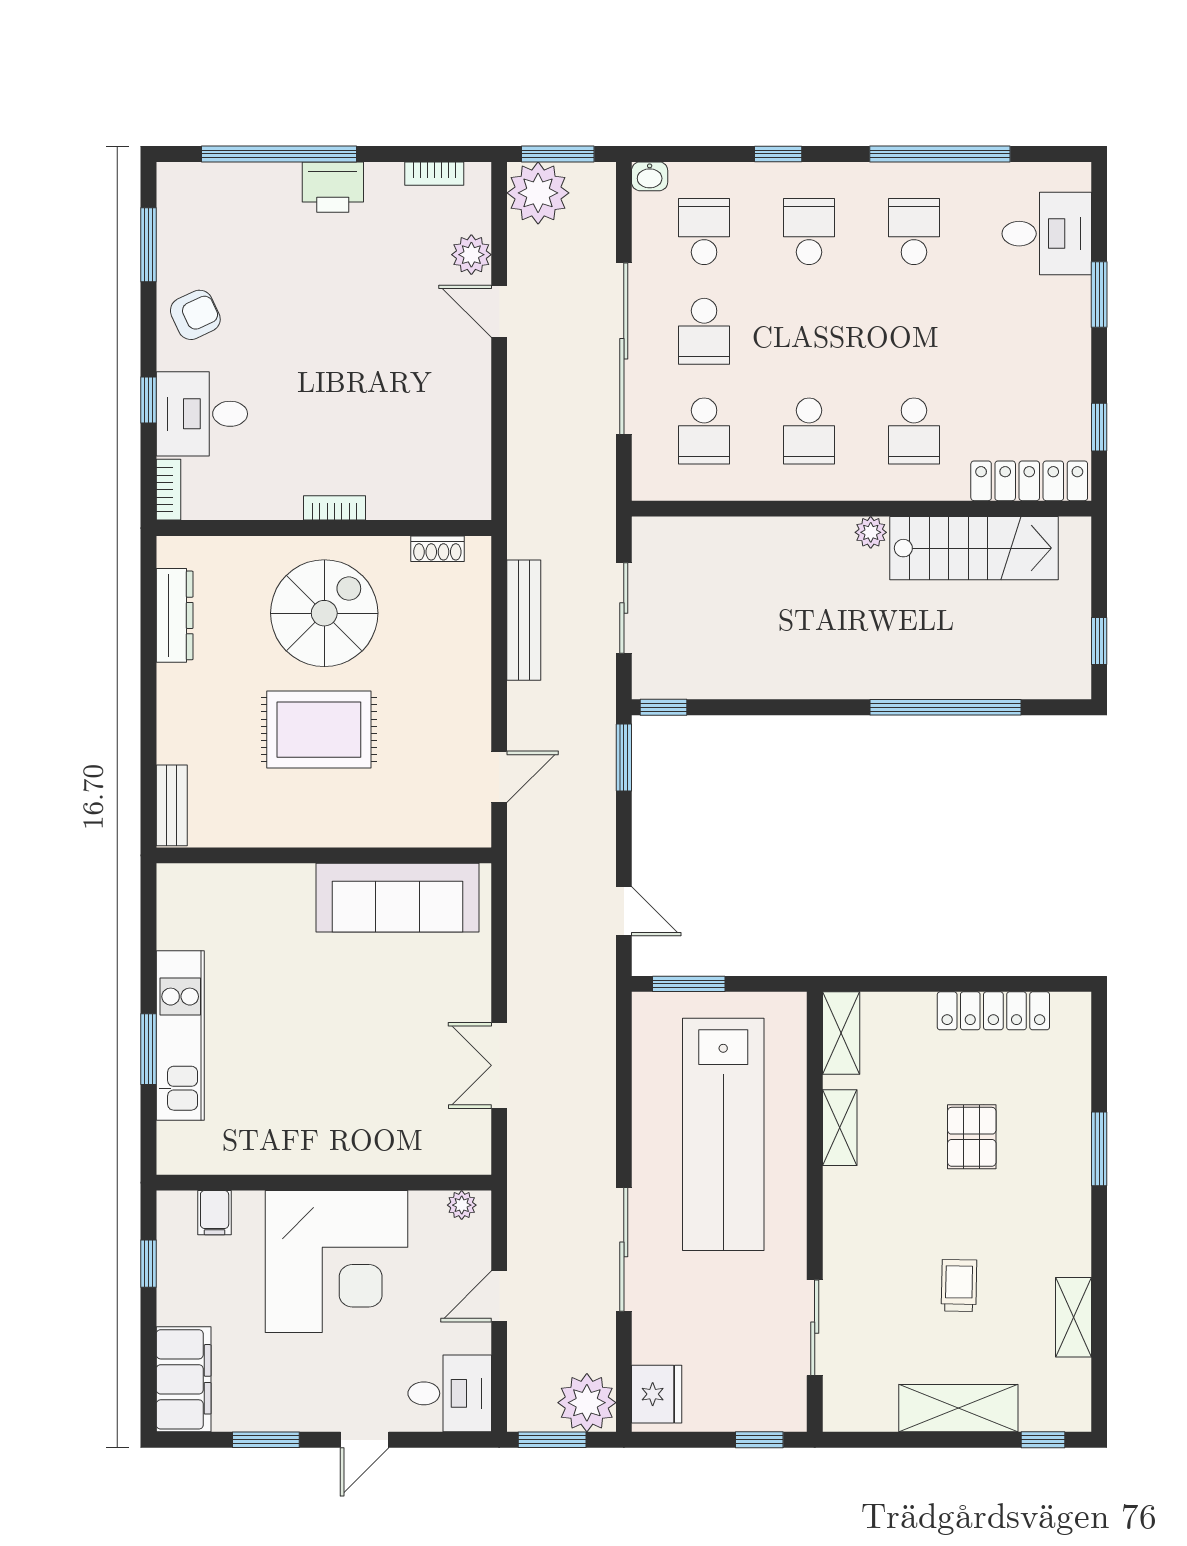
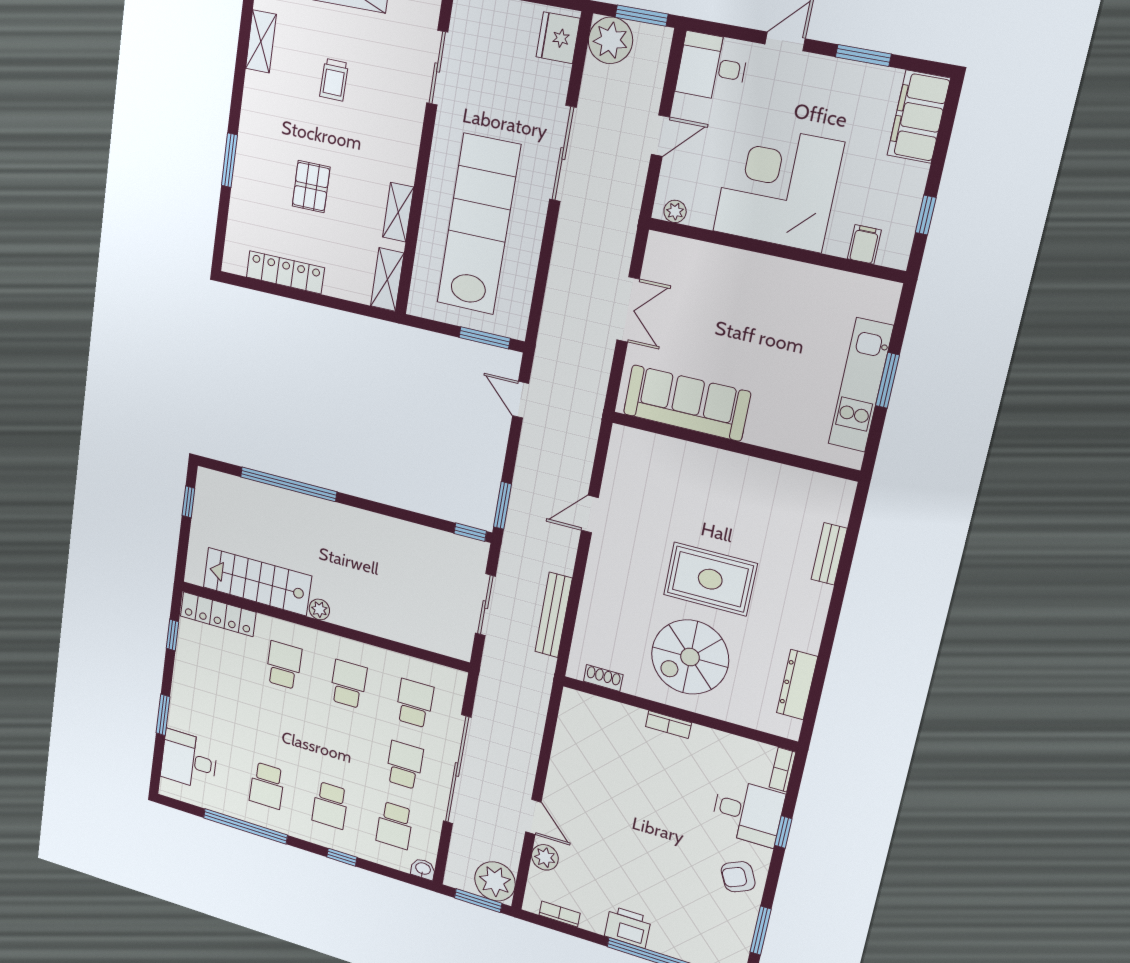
wall: (324, 855) -> (734, 446), moved
sofa: (398, 898) -> (687, 403), moved

